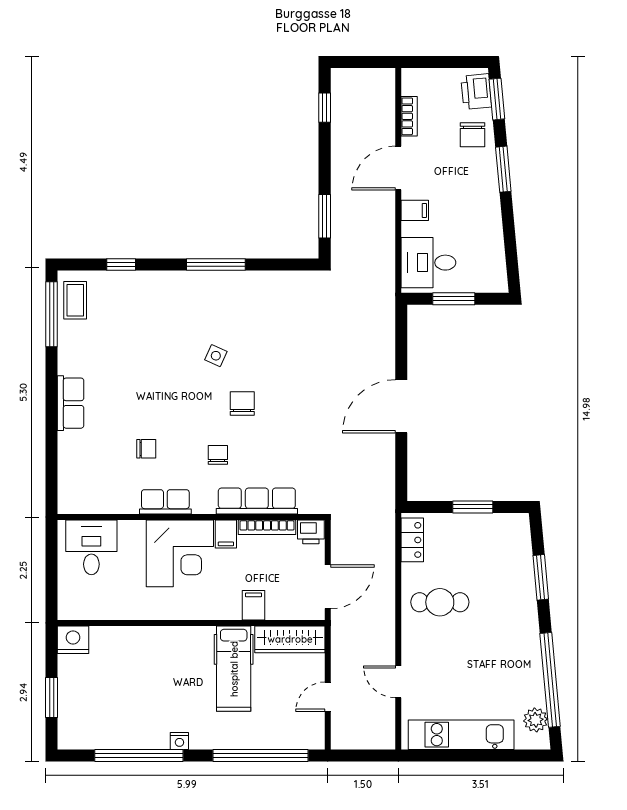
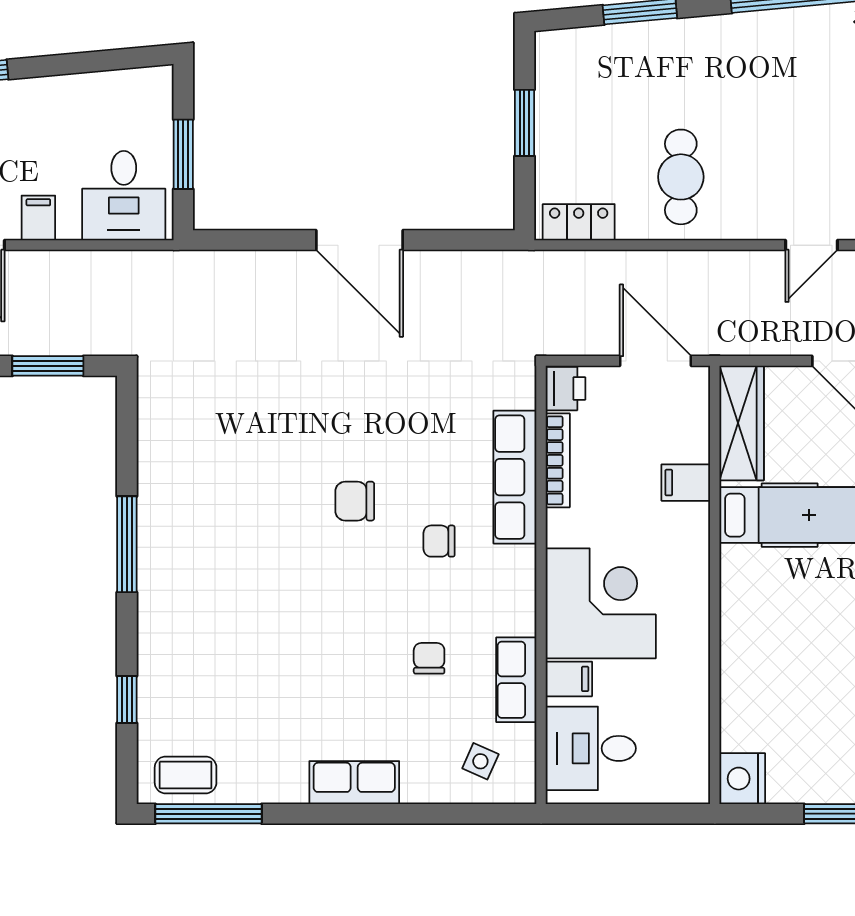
side table: (216, 356) -> (480, 761), moved
row of seats: (165, 502) -> (516, 680), moved
filing cabinet: (226, 534) -> (569, 679), moved

